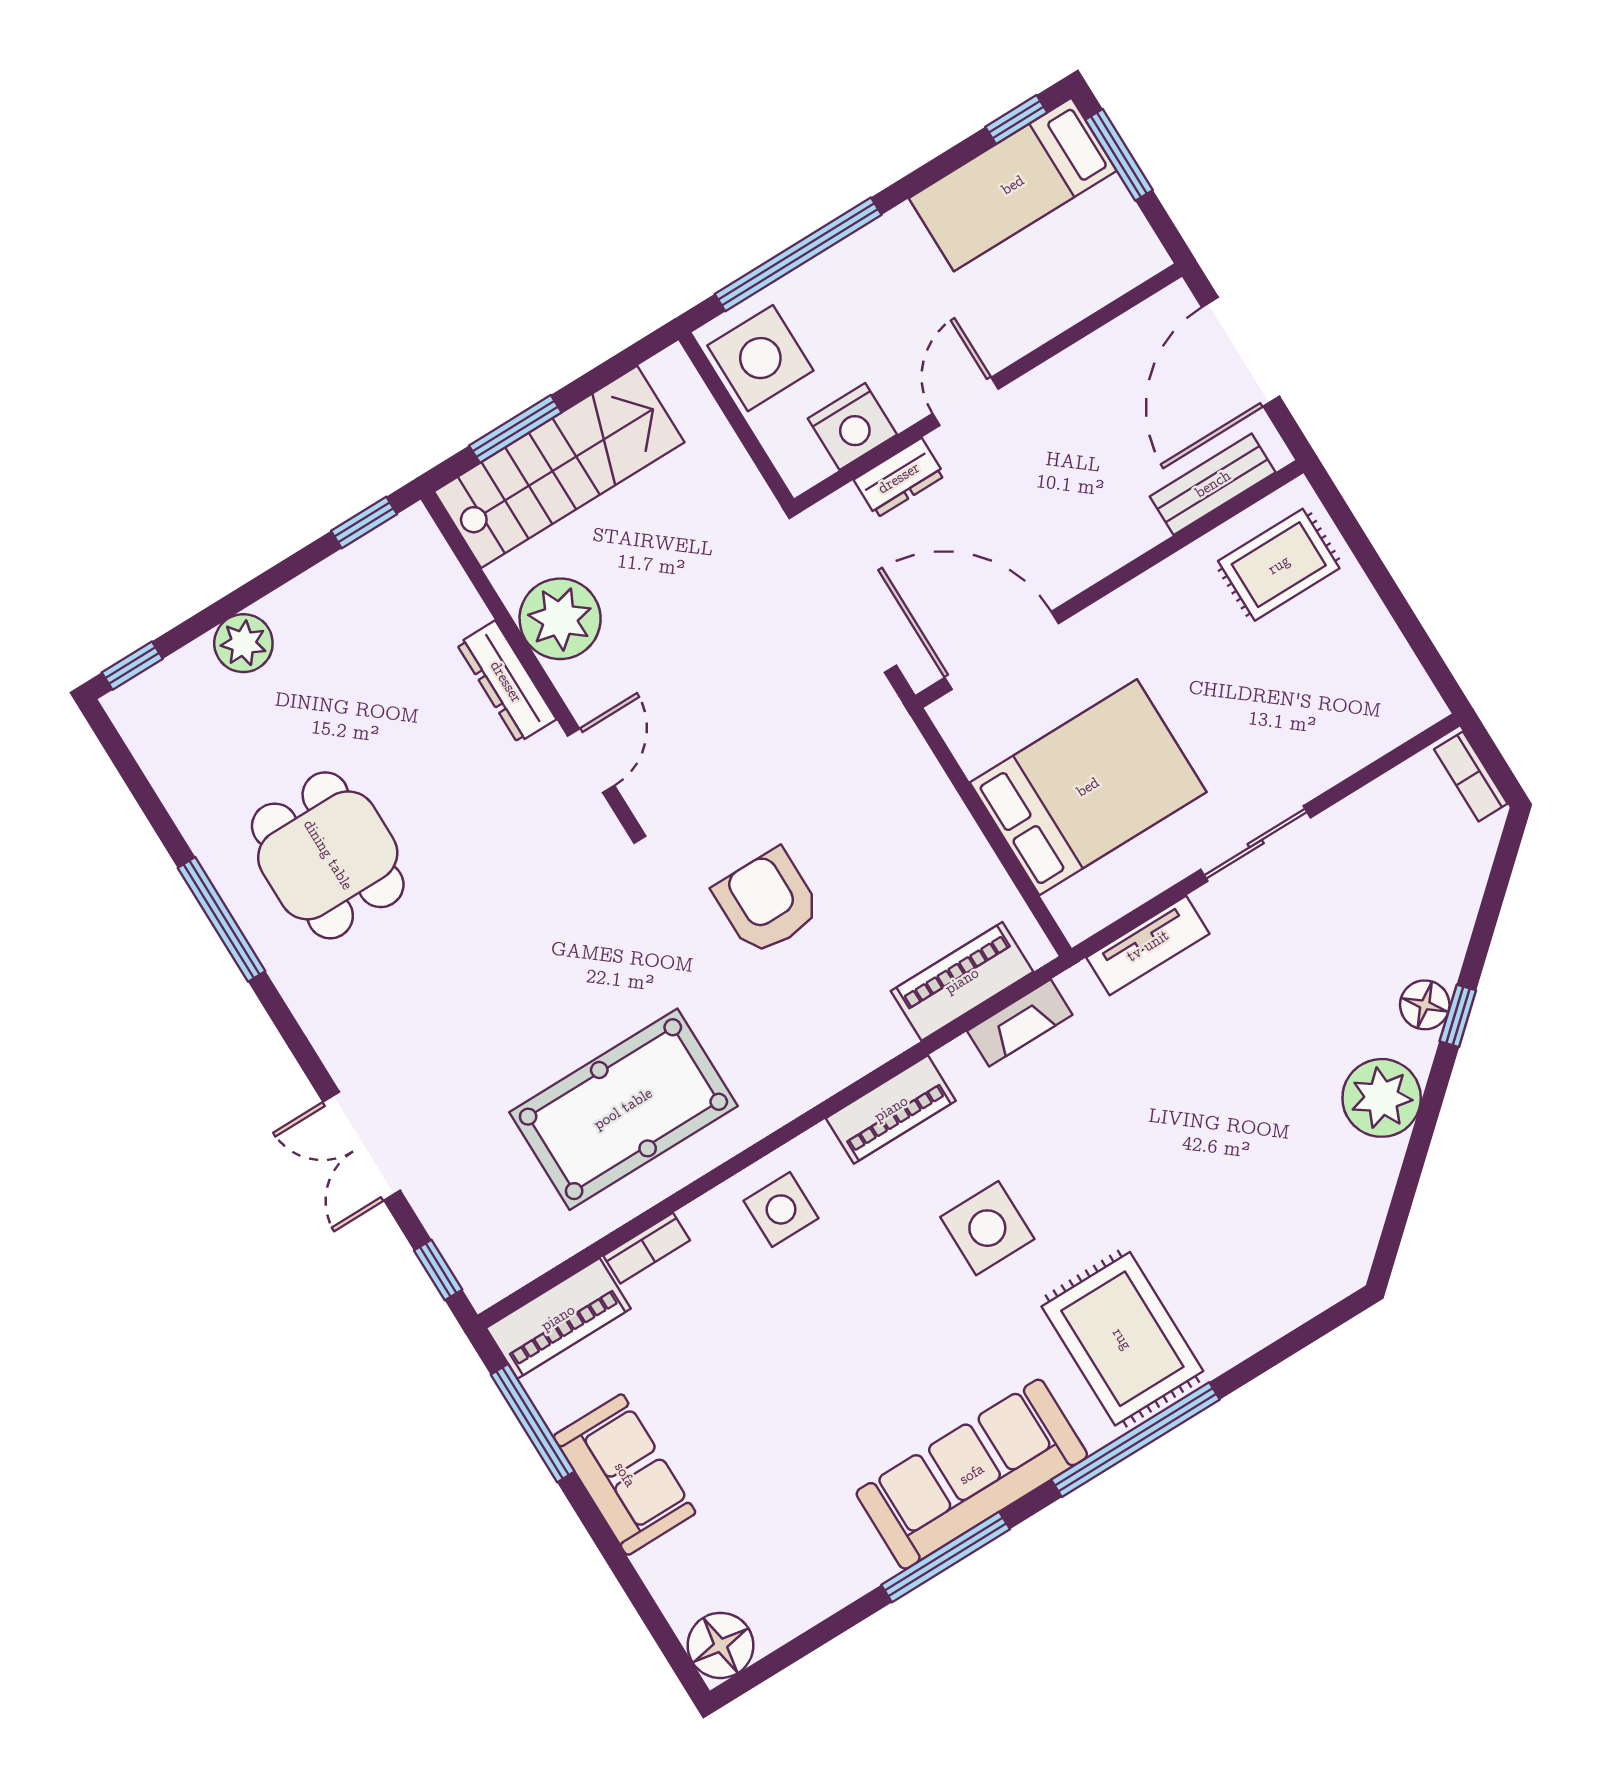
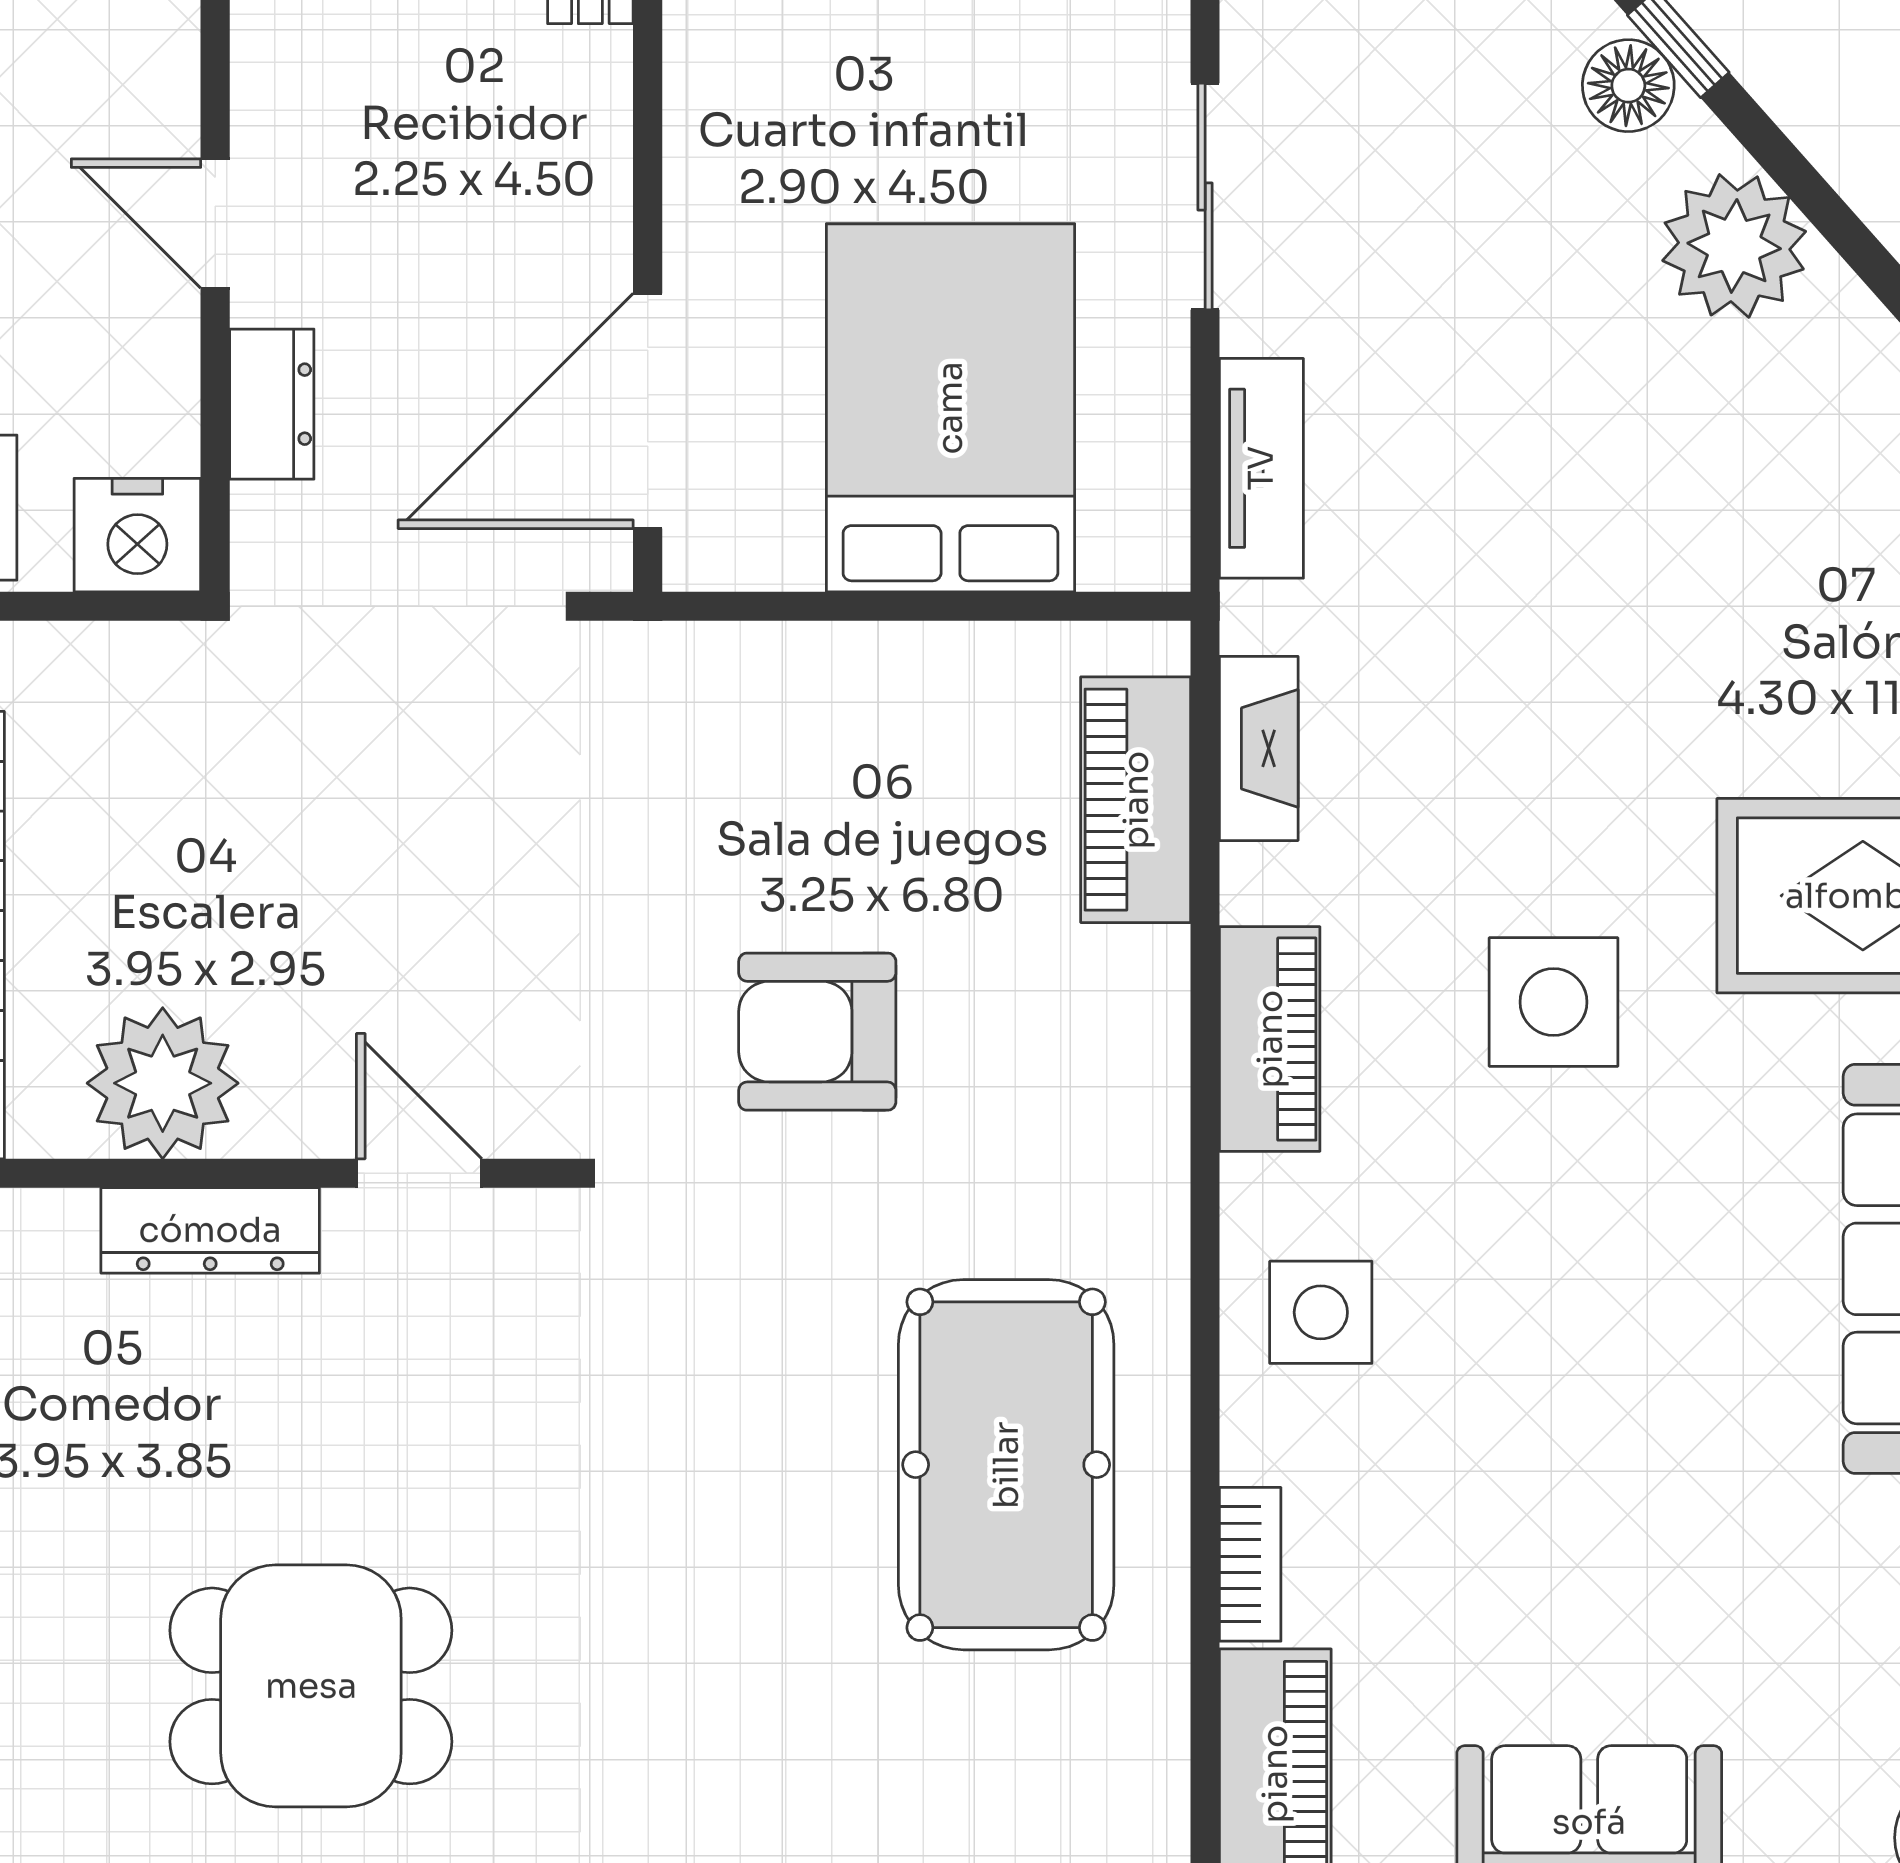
nightstand: (852, 427) -> (137, 535), moved, turned 90

